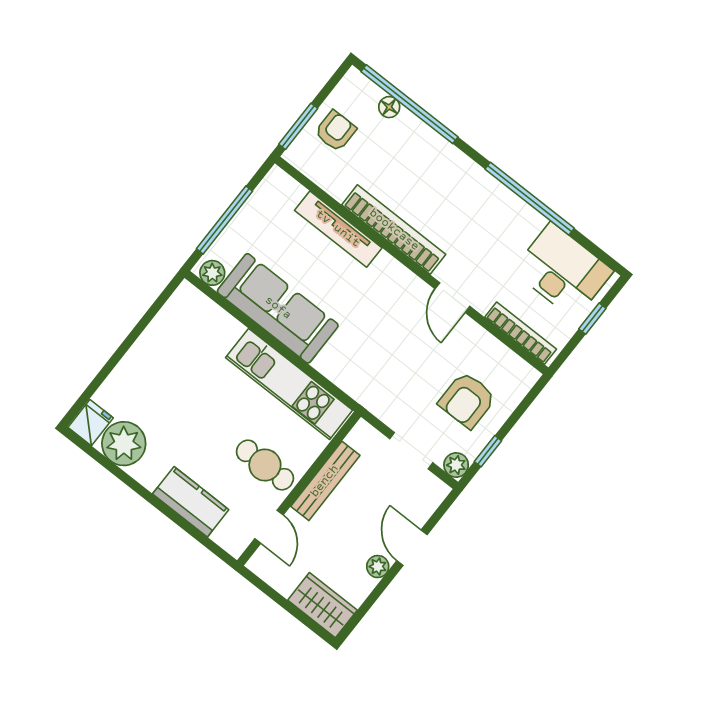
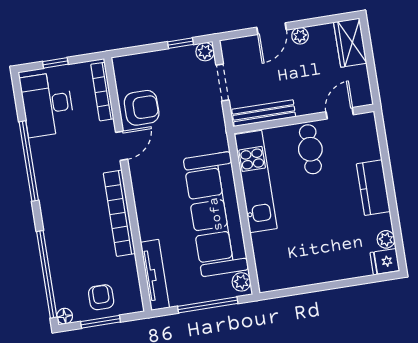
floor lamp: (389, 107) -> (65, 316), moved
window: (298, 126) -> (101, 322), moved
armchair: (335, 131) -> (101, 297), turned 90
tv unit: (338, 229) -> (155, 275), moved
sofa: (278, 308) -> (216, 214), width x1.36, depth x1.27
armchair: (467, 400) -> (142, 108), moved
plant: (124, 444) -> (386, 239), width x0.53, depth x0.53
bench: (325, 481) -> (264, 113), moved
kitchen counter: (191, 502) -> (373, 188), moved

